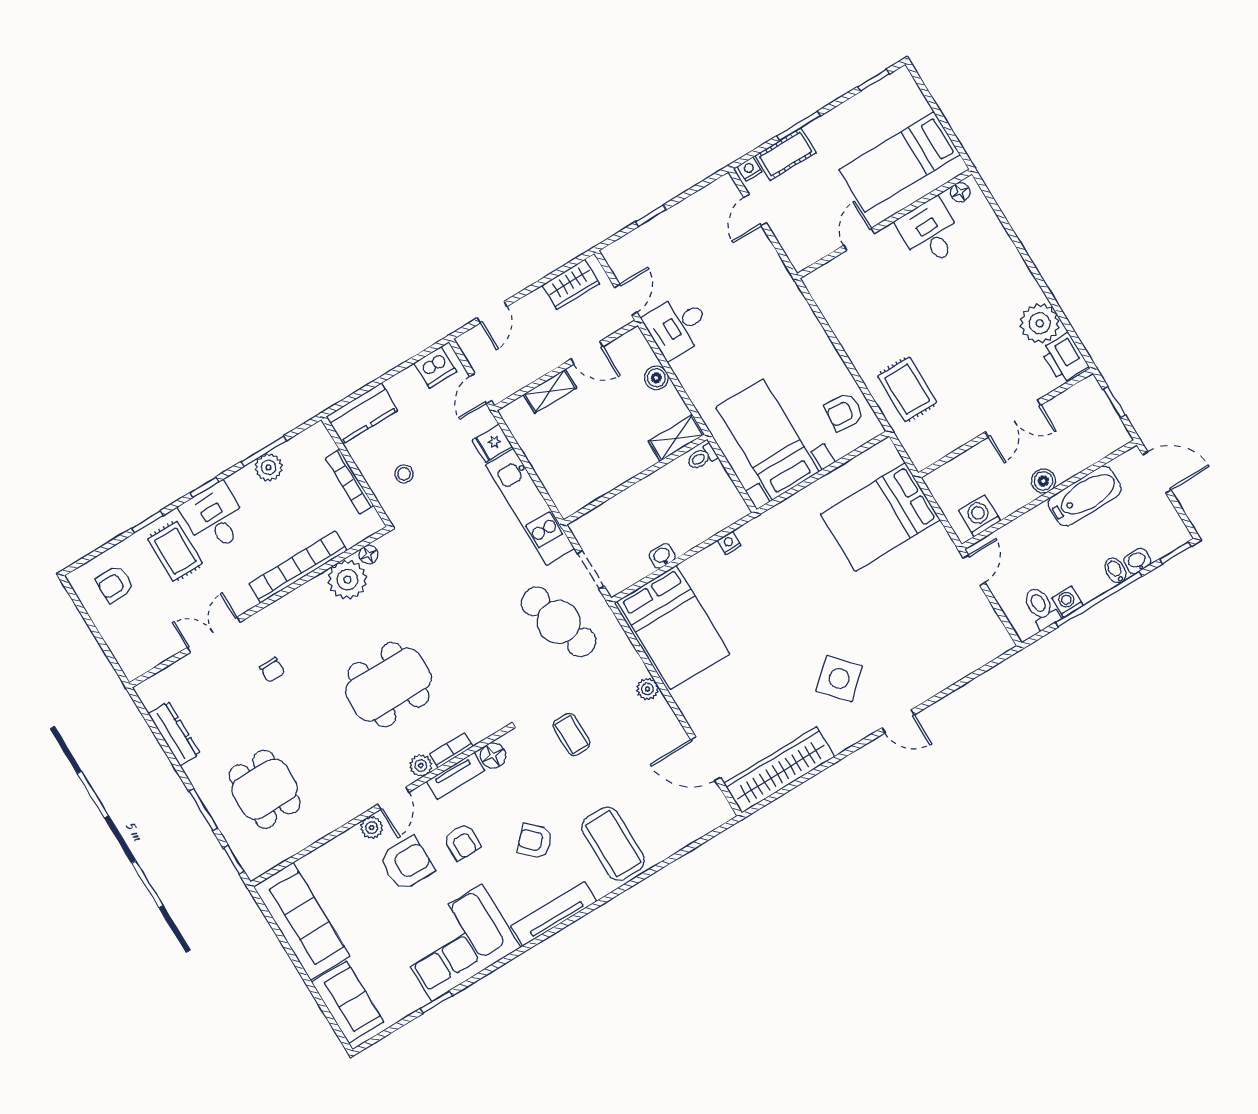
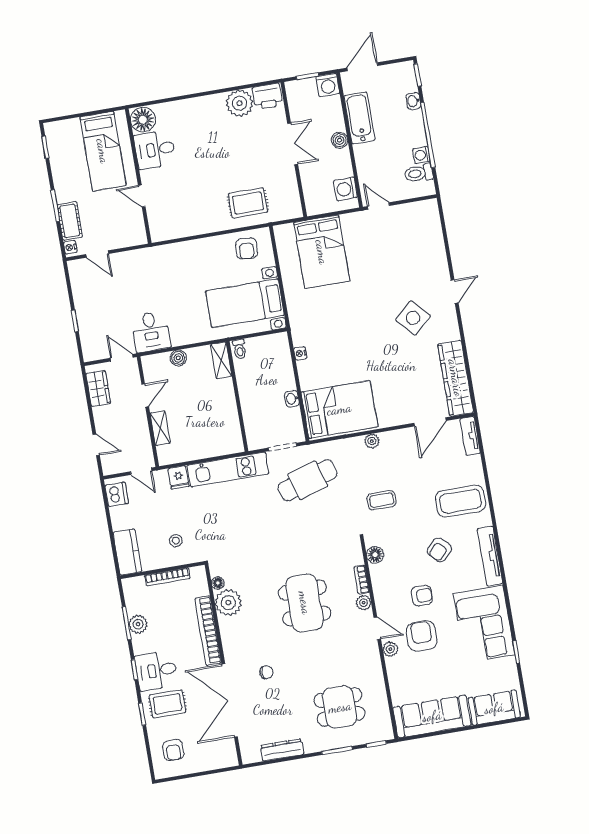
floor lamp: (960, 192) -> (143, 120), width x1.89, depth x1.89
washing machine: (1113, 435) -> (328, 85), added
bidet: (1116, 570) -> (414, 117), removed
double door: (214, 635) -> (230, 700), width x1.87
tv unit: (456, 776) -> (470, 436), moved, turned 180

